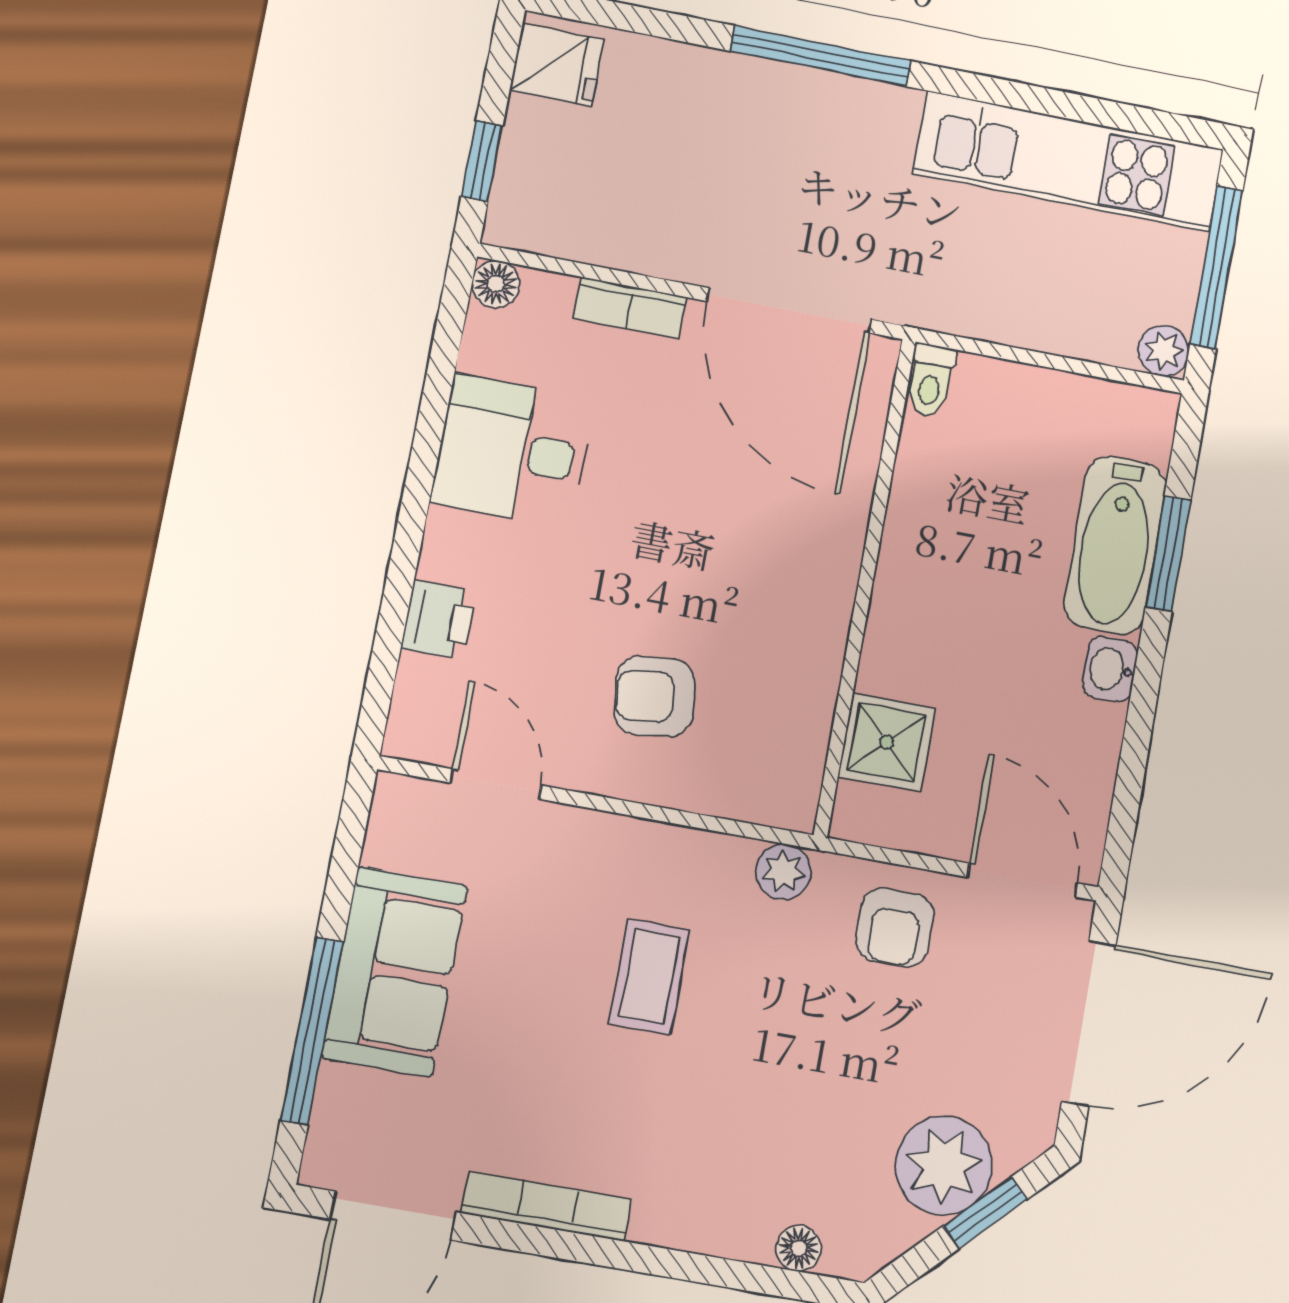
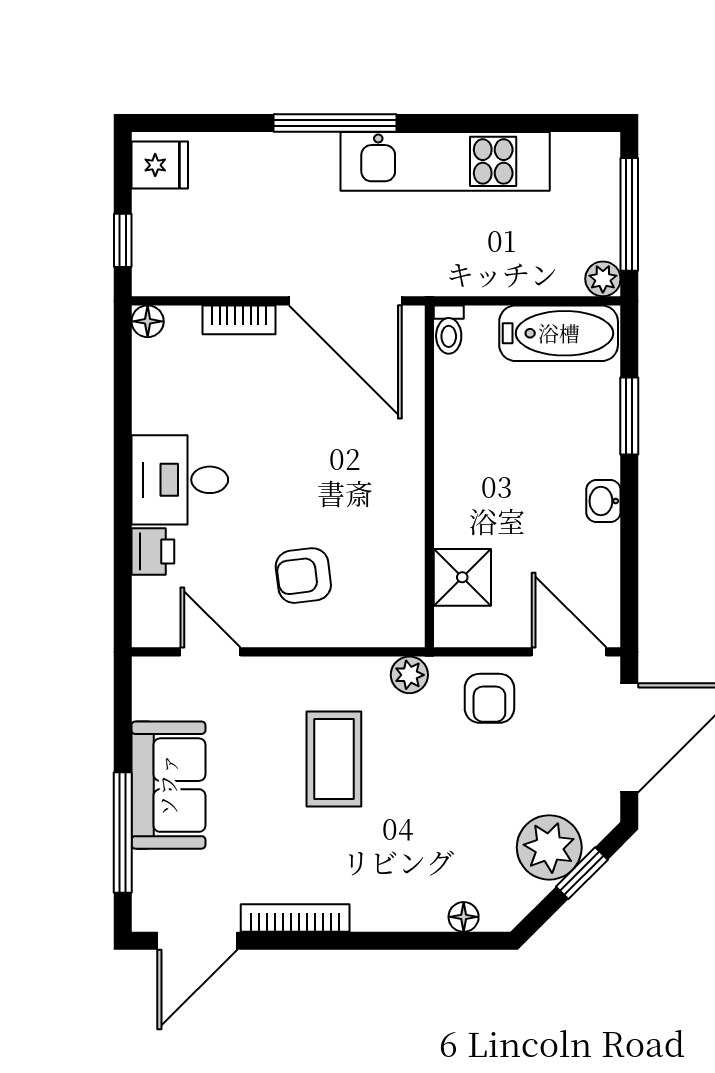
kitchen unit: (1069, 161) -> (445, 161), moved
desk: (513, 451) -> (180, 480), moved
bathtub: (1115, 545) -> (559, 333), moved, turned -90
coffee table: (649, 977) -> (334, 759), width x1.36, depth x1.30

